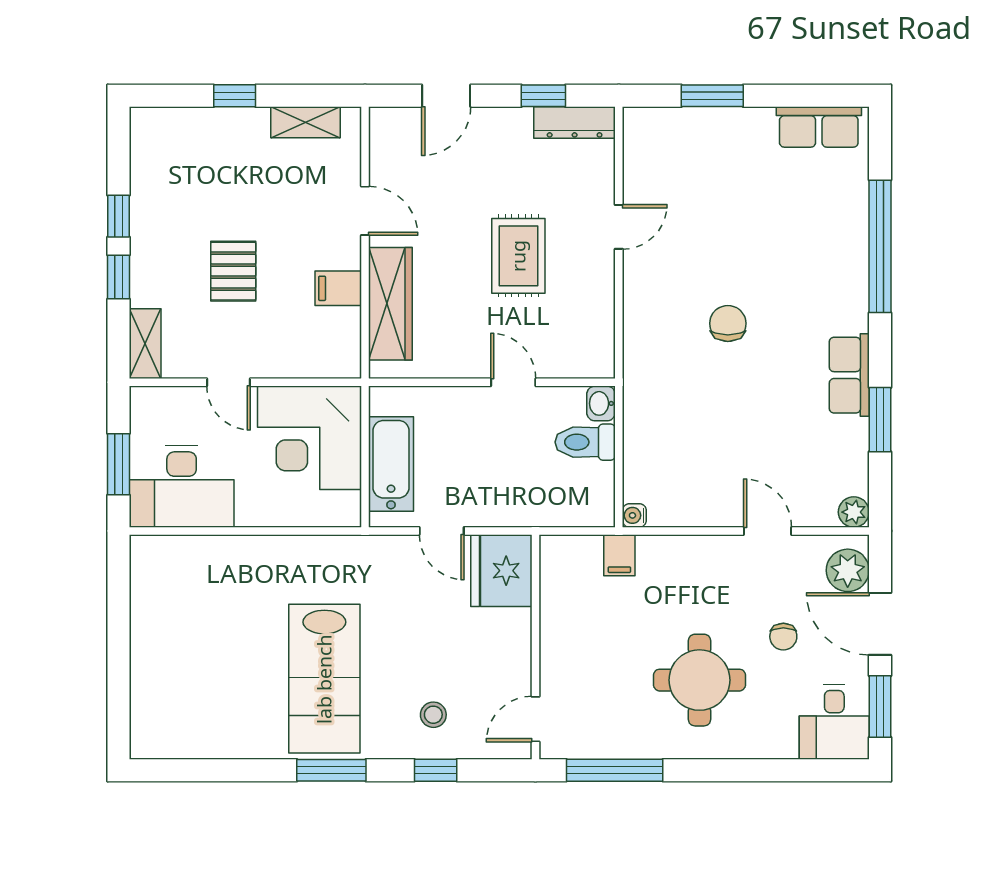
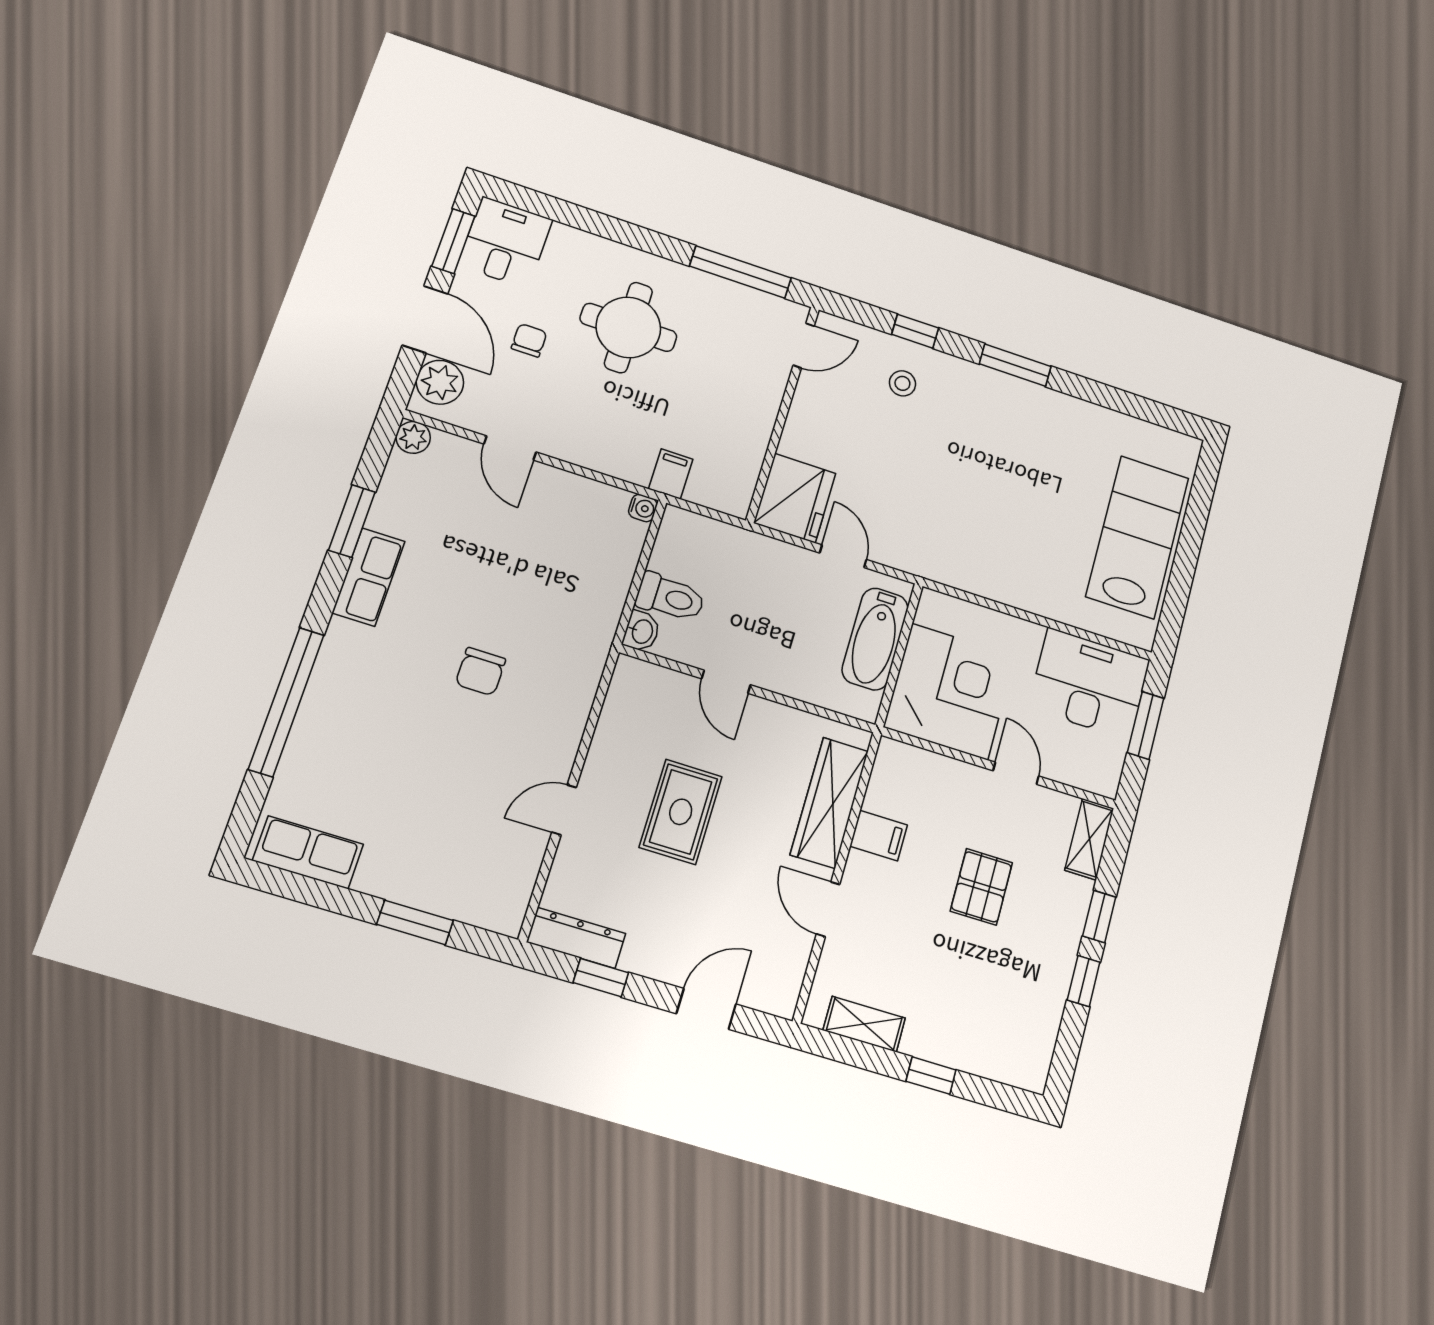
lab bench: (324, 679) -> (1138, 537), moved

